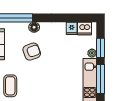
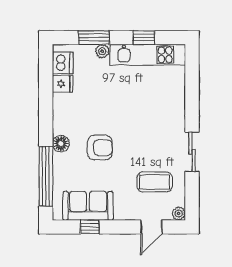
armchair: (32, 52) -> (100, 148), turned 110
window: (100, 79) -> (144, 38), width x0.46

